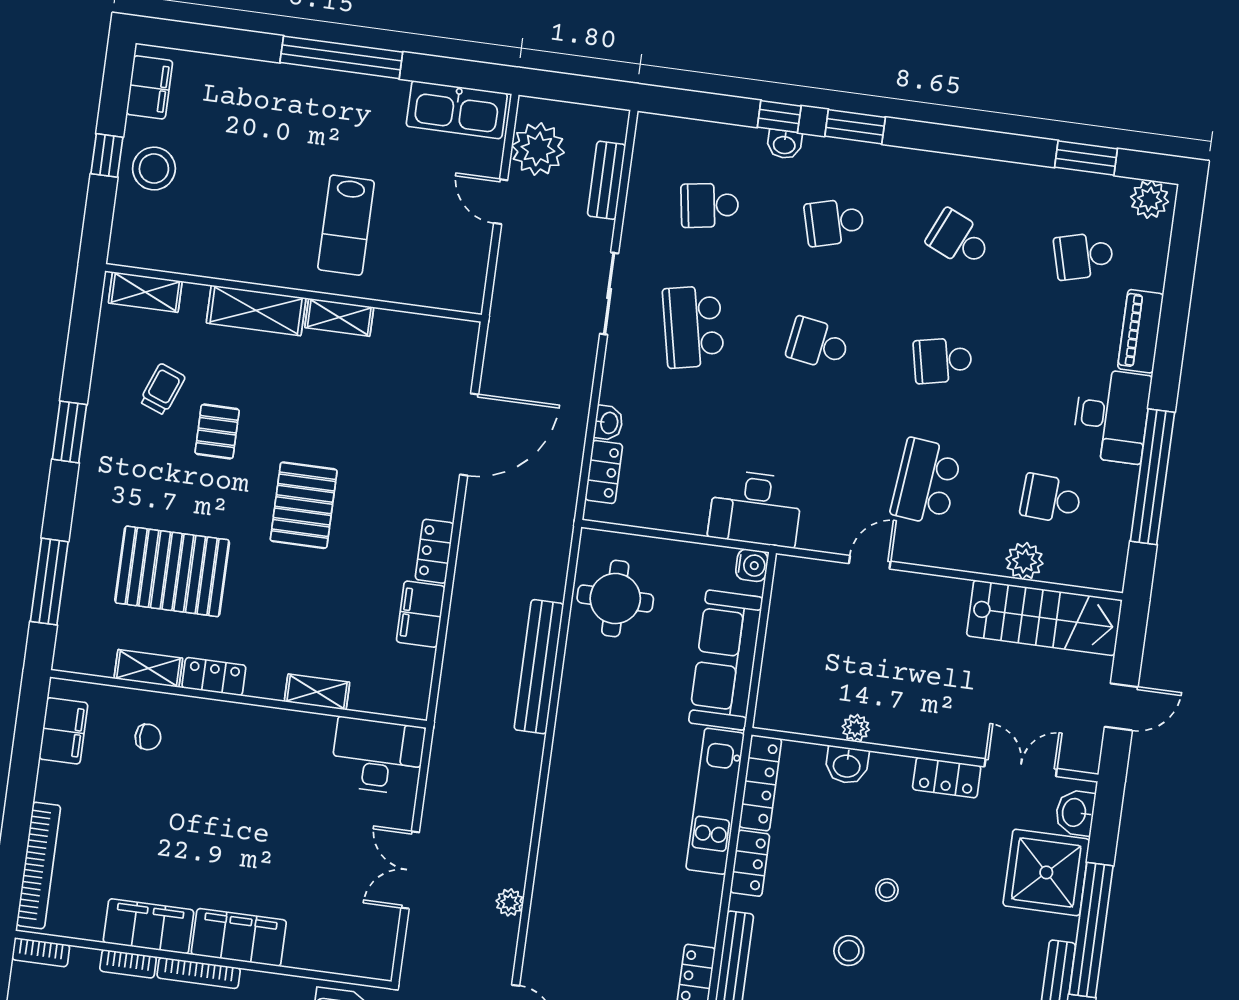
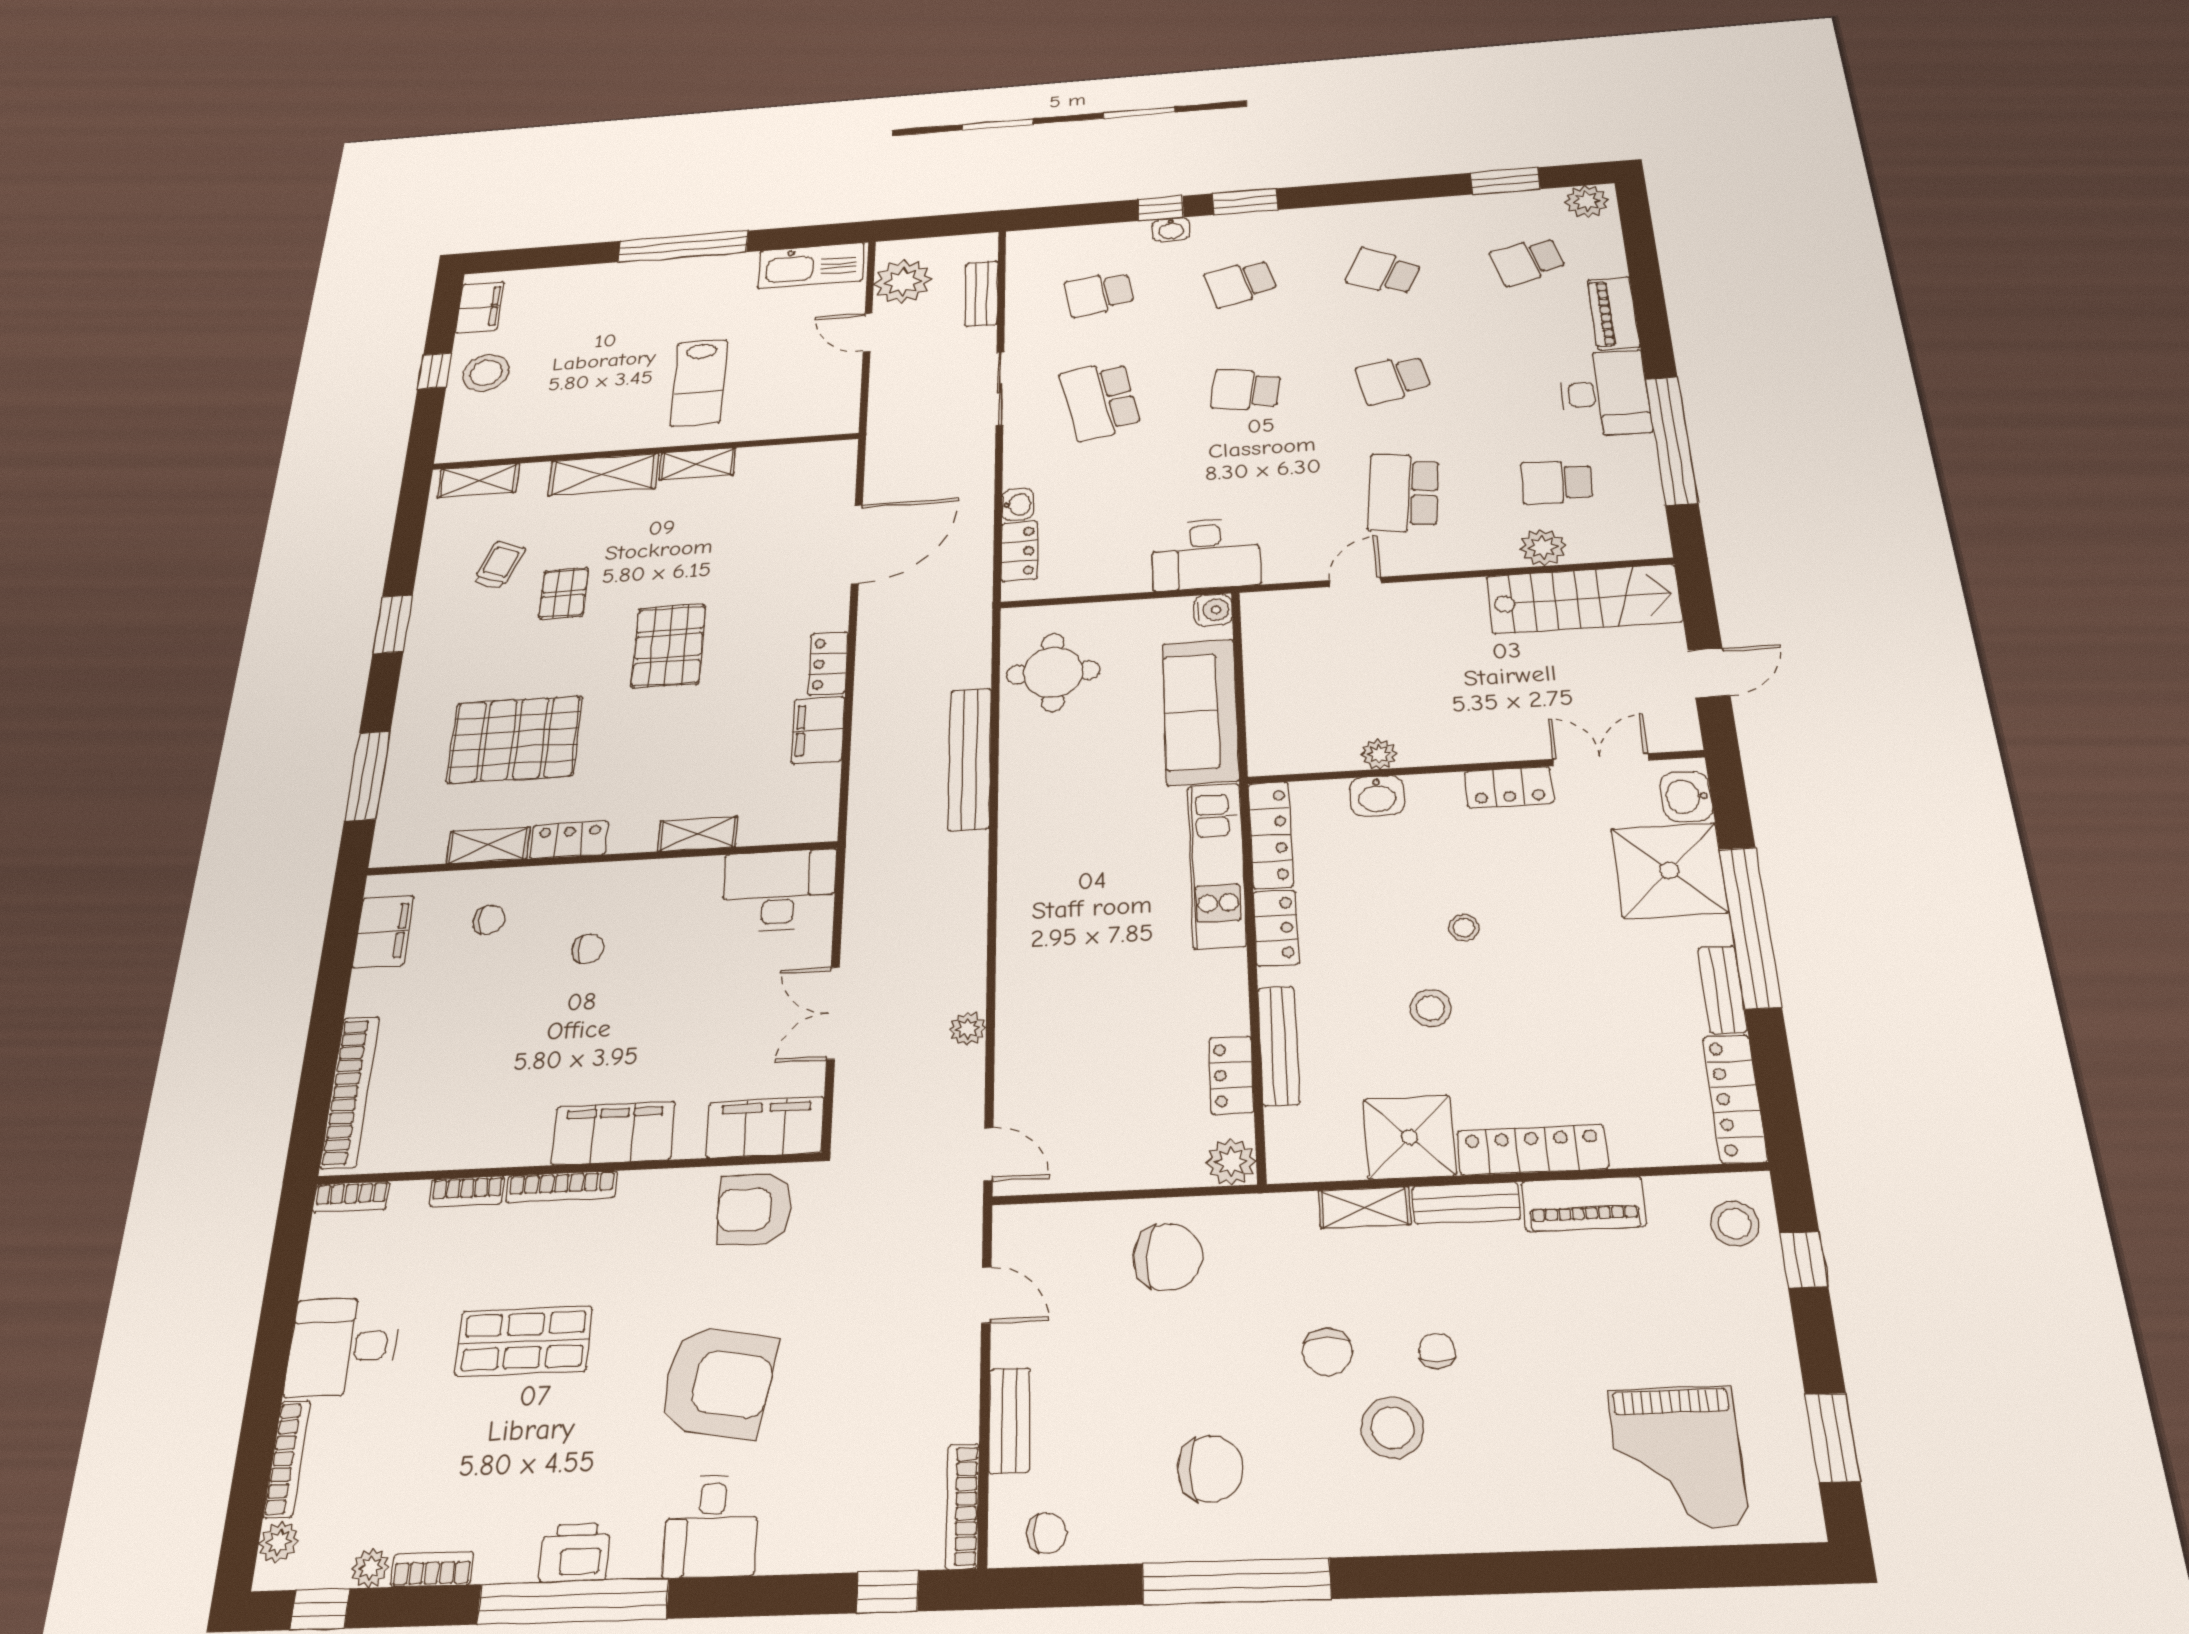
chair: (225, 778) -> (588, 949), added
filing cabinet: (149, 926) -> (765, 1127), moved

